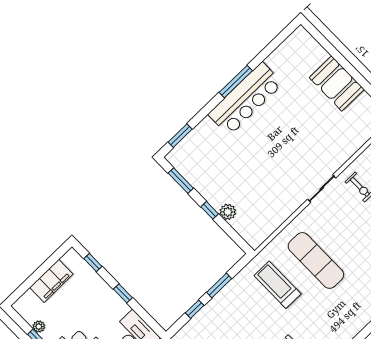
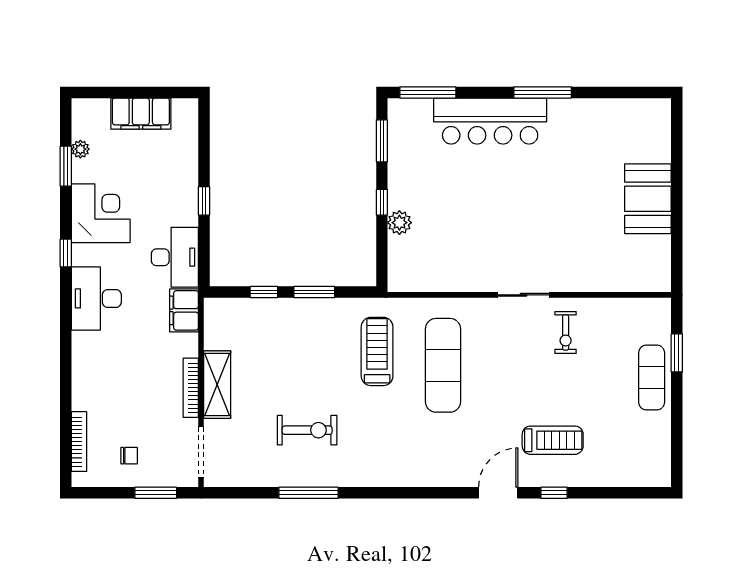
bar counter: (246, 99) -> (490, 121), moved
window: (180, 136) -> (428, 92), width x1.44
window: (93, 263) -> (204, 137), removed

